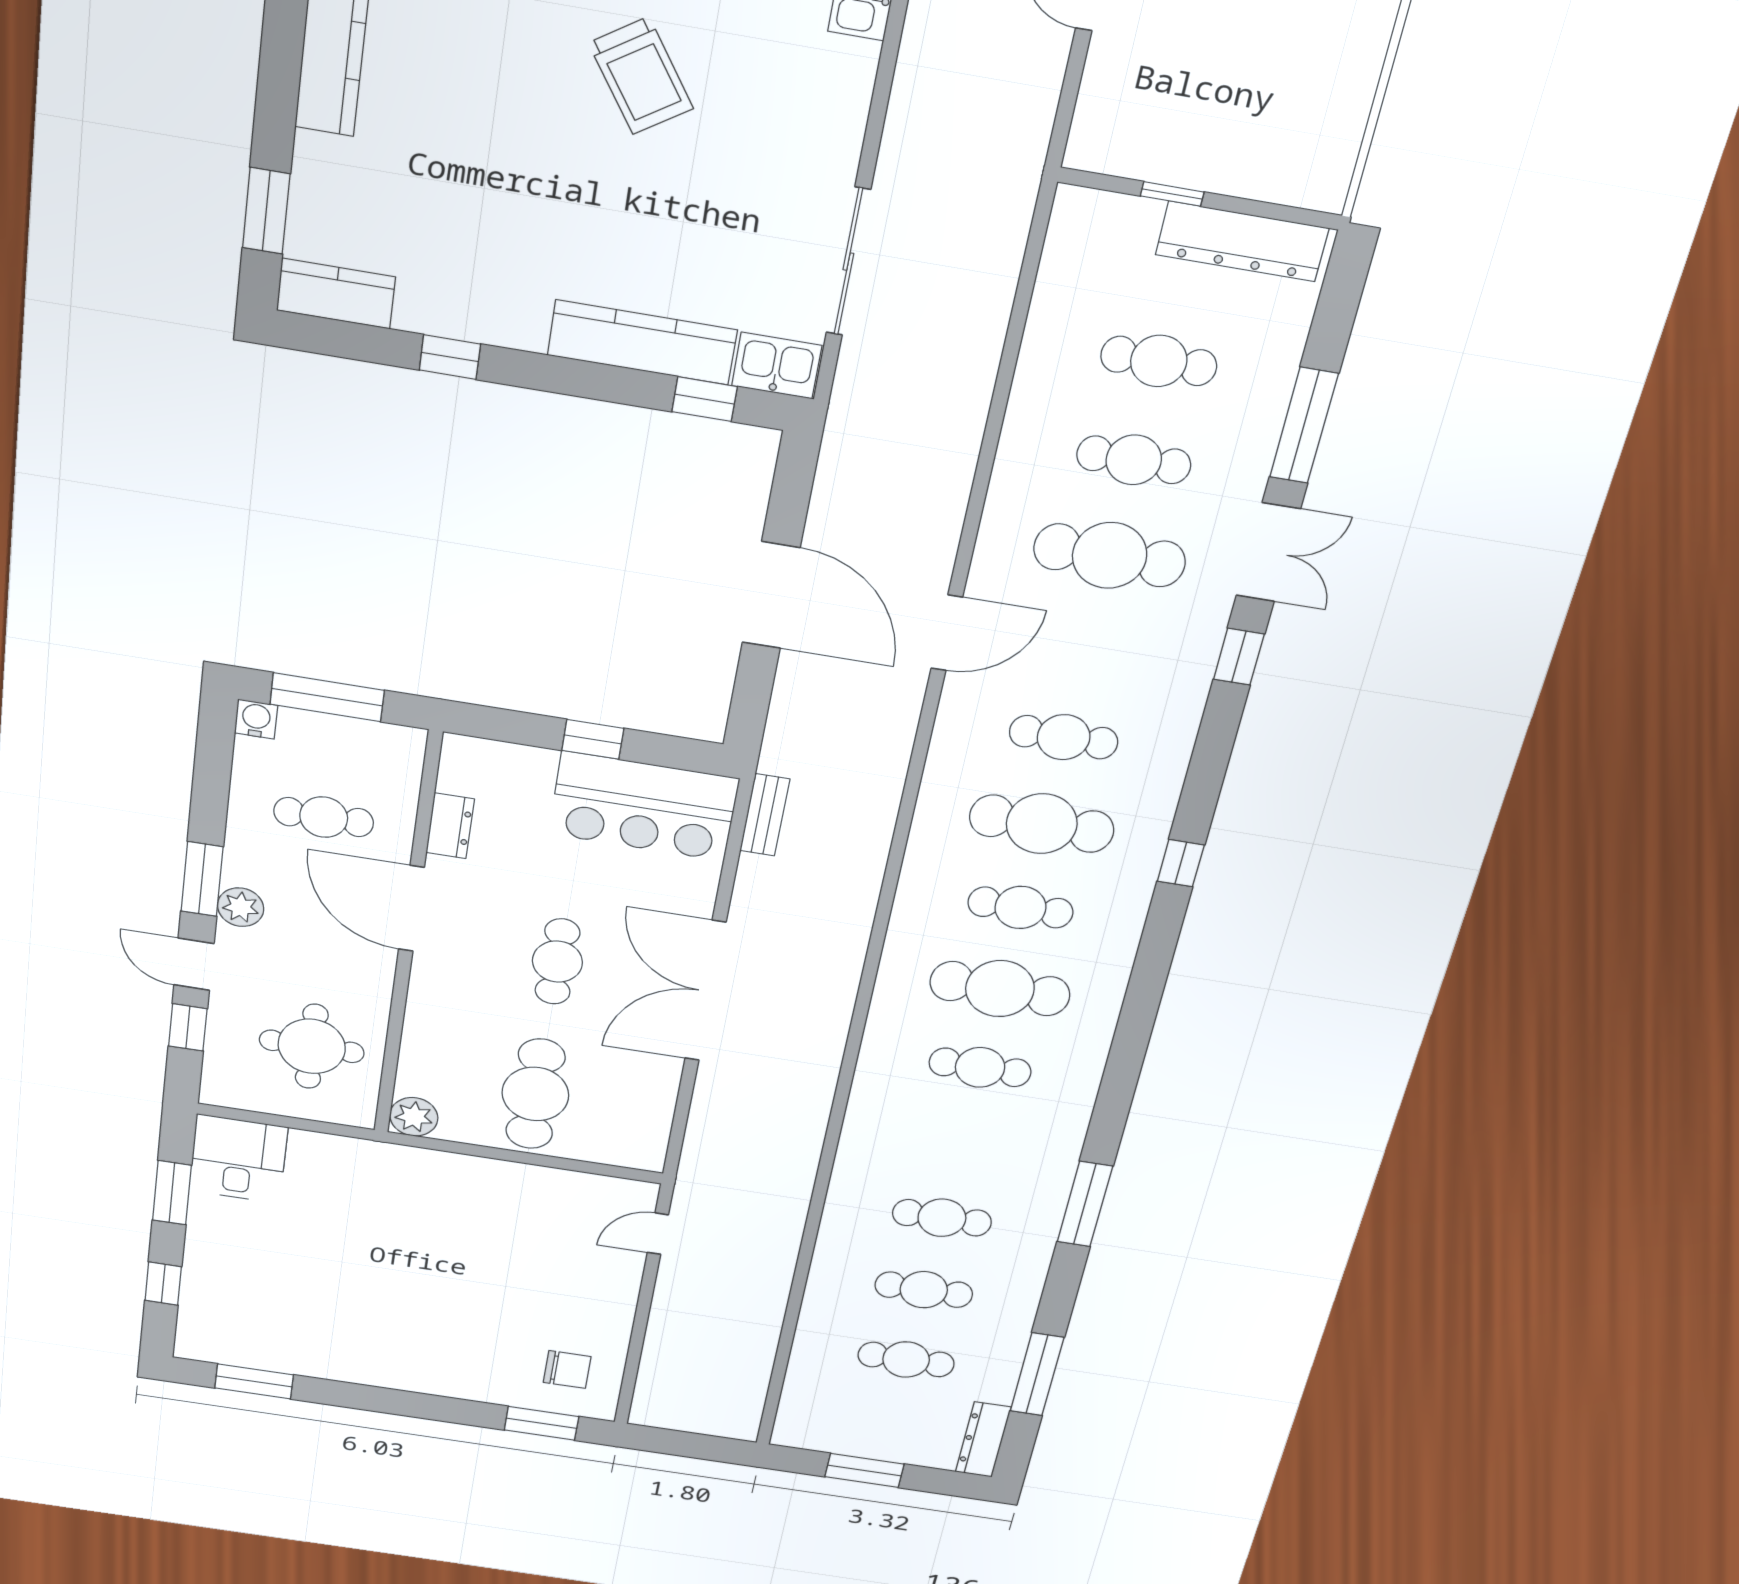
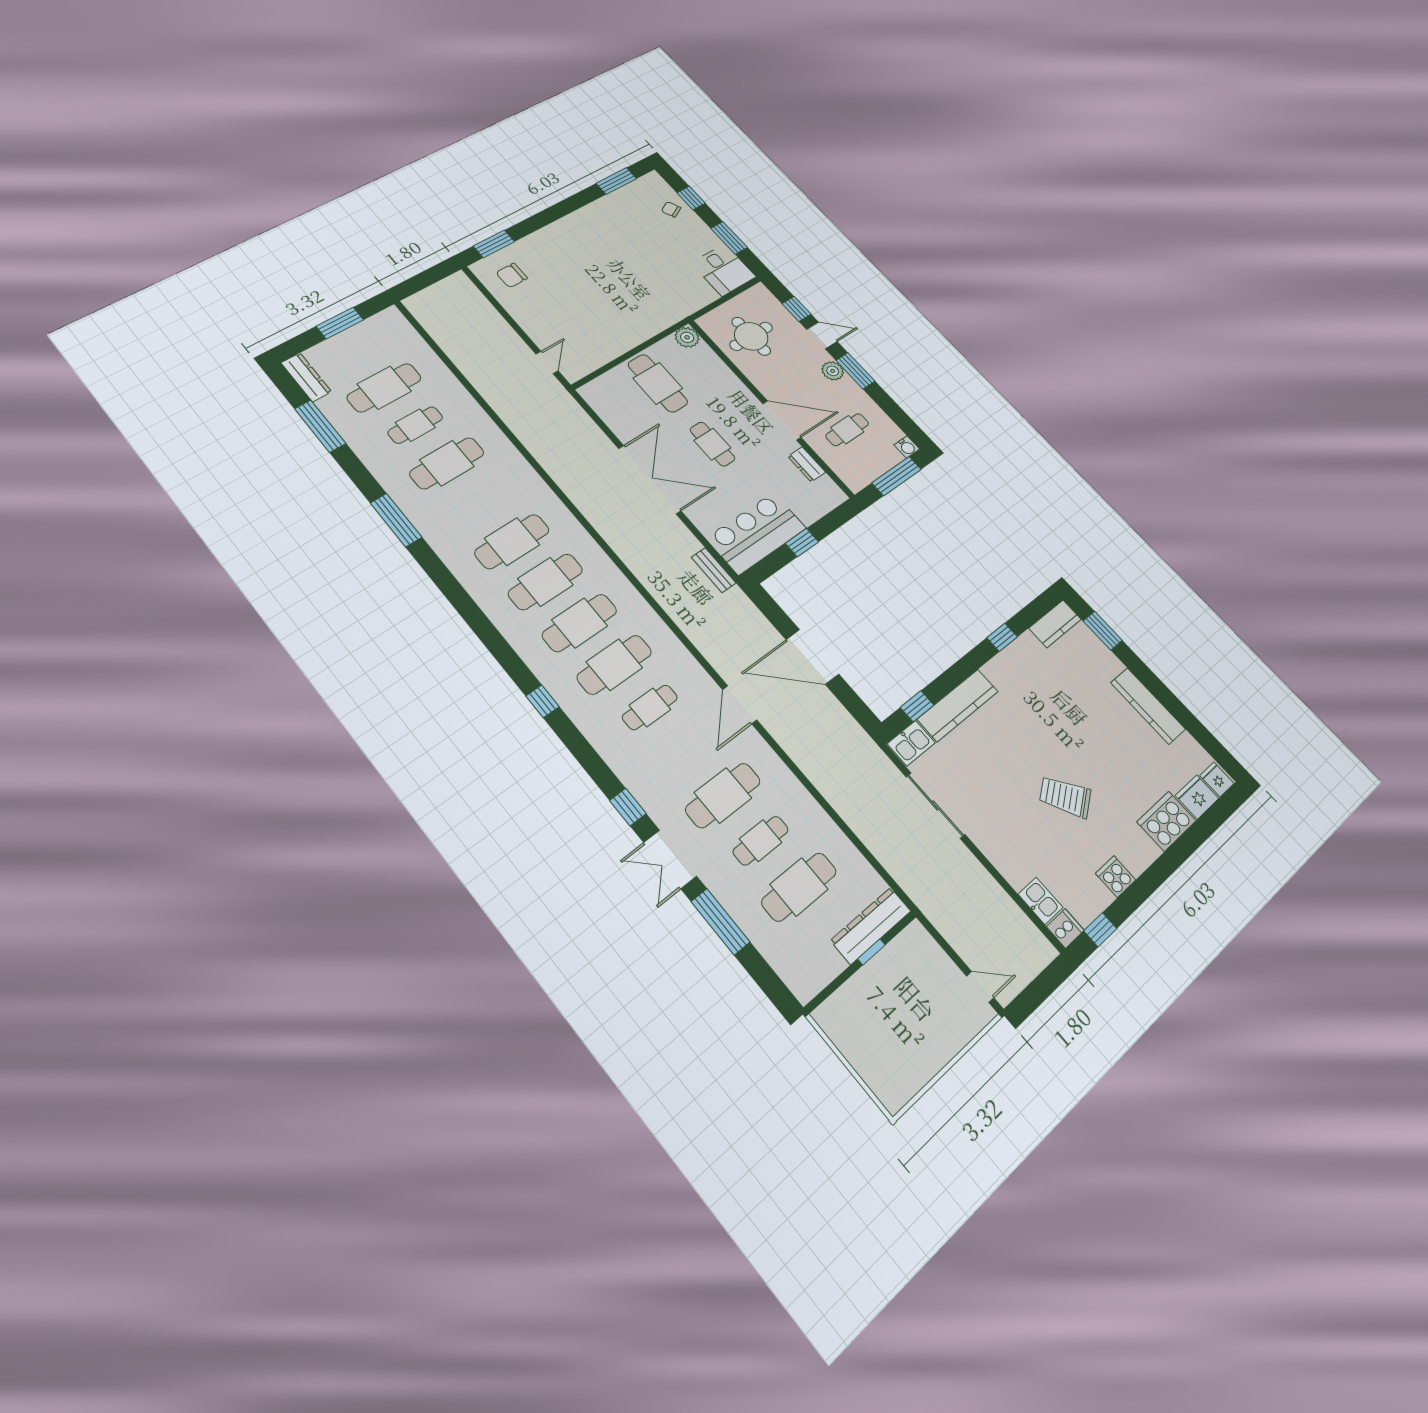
dresser: (1242, 241) -> (871, 926), moved
cafe table: (1159, 361) -> (799, 887), width x1.37, depth x1.35
cafe table: (1020, 907) -> (580, 623), width x1.37, depth x1.35
cafe table: (980, 1067) -> (512, 541), width x1.37, depth x1.35
cafe table: (942, 1218) -> (447, 463), width x1.37, depth x1.35
chair: (216, 1290) -> (671, 209), added
cafe table: (906, 1359) -> (384, 388), width x1.37, depth x1.35

